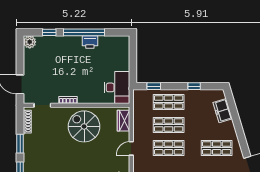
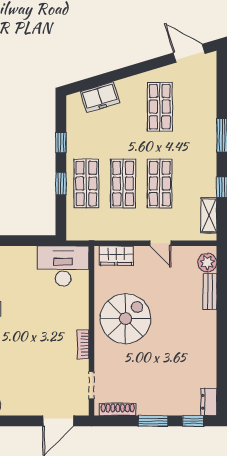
window: (154, 86) -> (61, 184), moved
spiral stairs: (84, 126) -> (125, 319), turned 180

